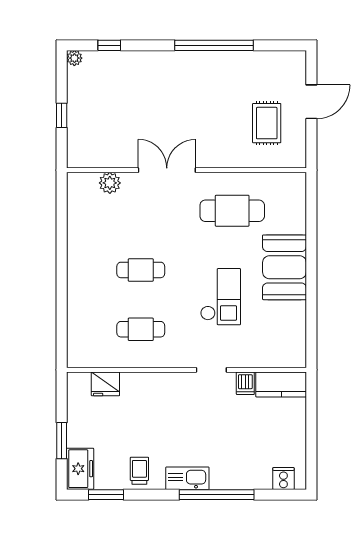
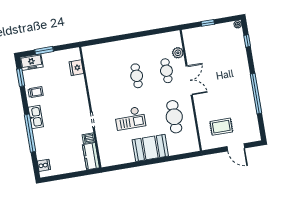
cafe table: (141, 329) -> (166, 71), moved

